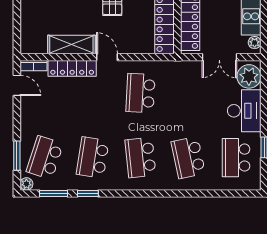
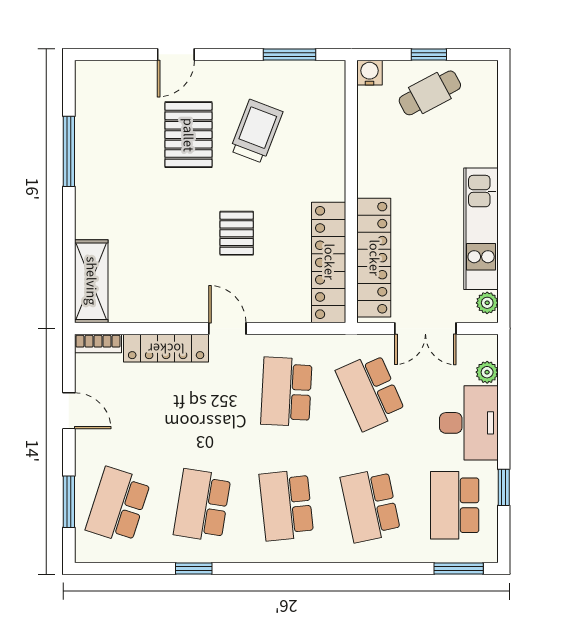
shelving: (71, 44) -> (91, 281), moved, turned 90
plant: (249, 76) -> (487, 372), width x0.53, depth x0.53
door: (17, 85) -> (69, 411), moved
school desk: (188, 93) -> (371, 392), added
plant: (26, 184) -> (86, 552), removed
window: (54, 194) -> (459, 569), moved

